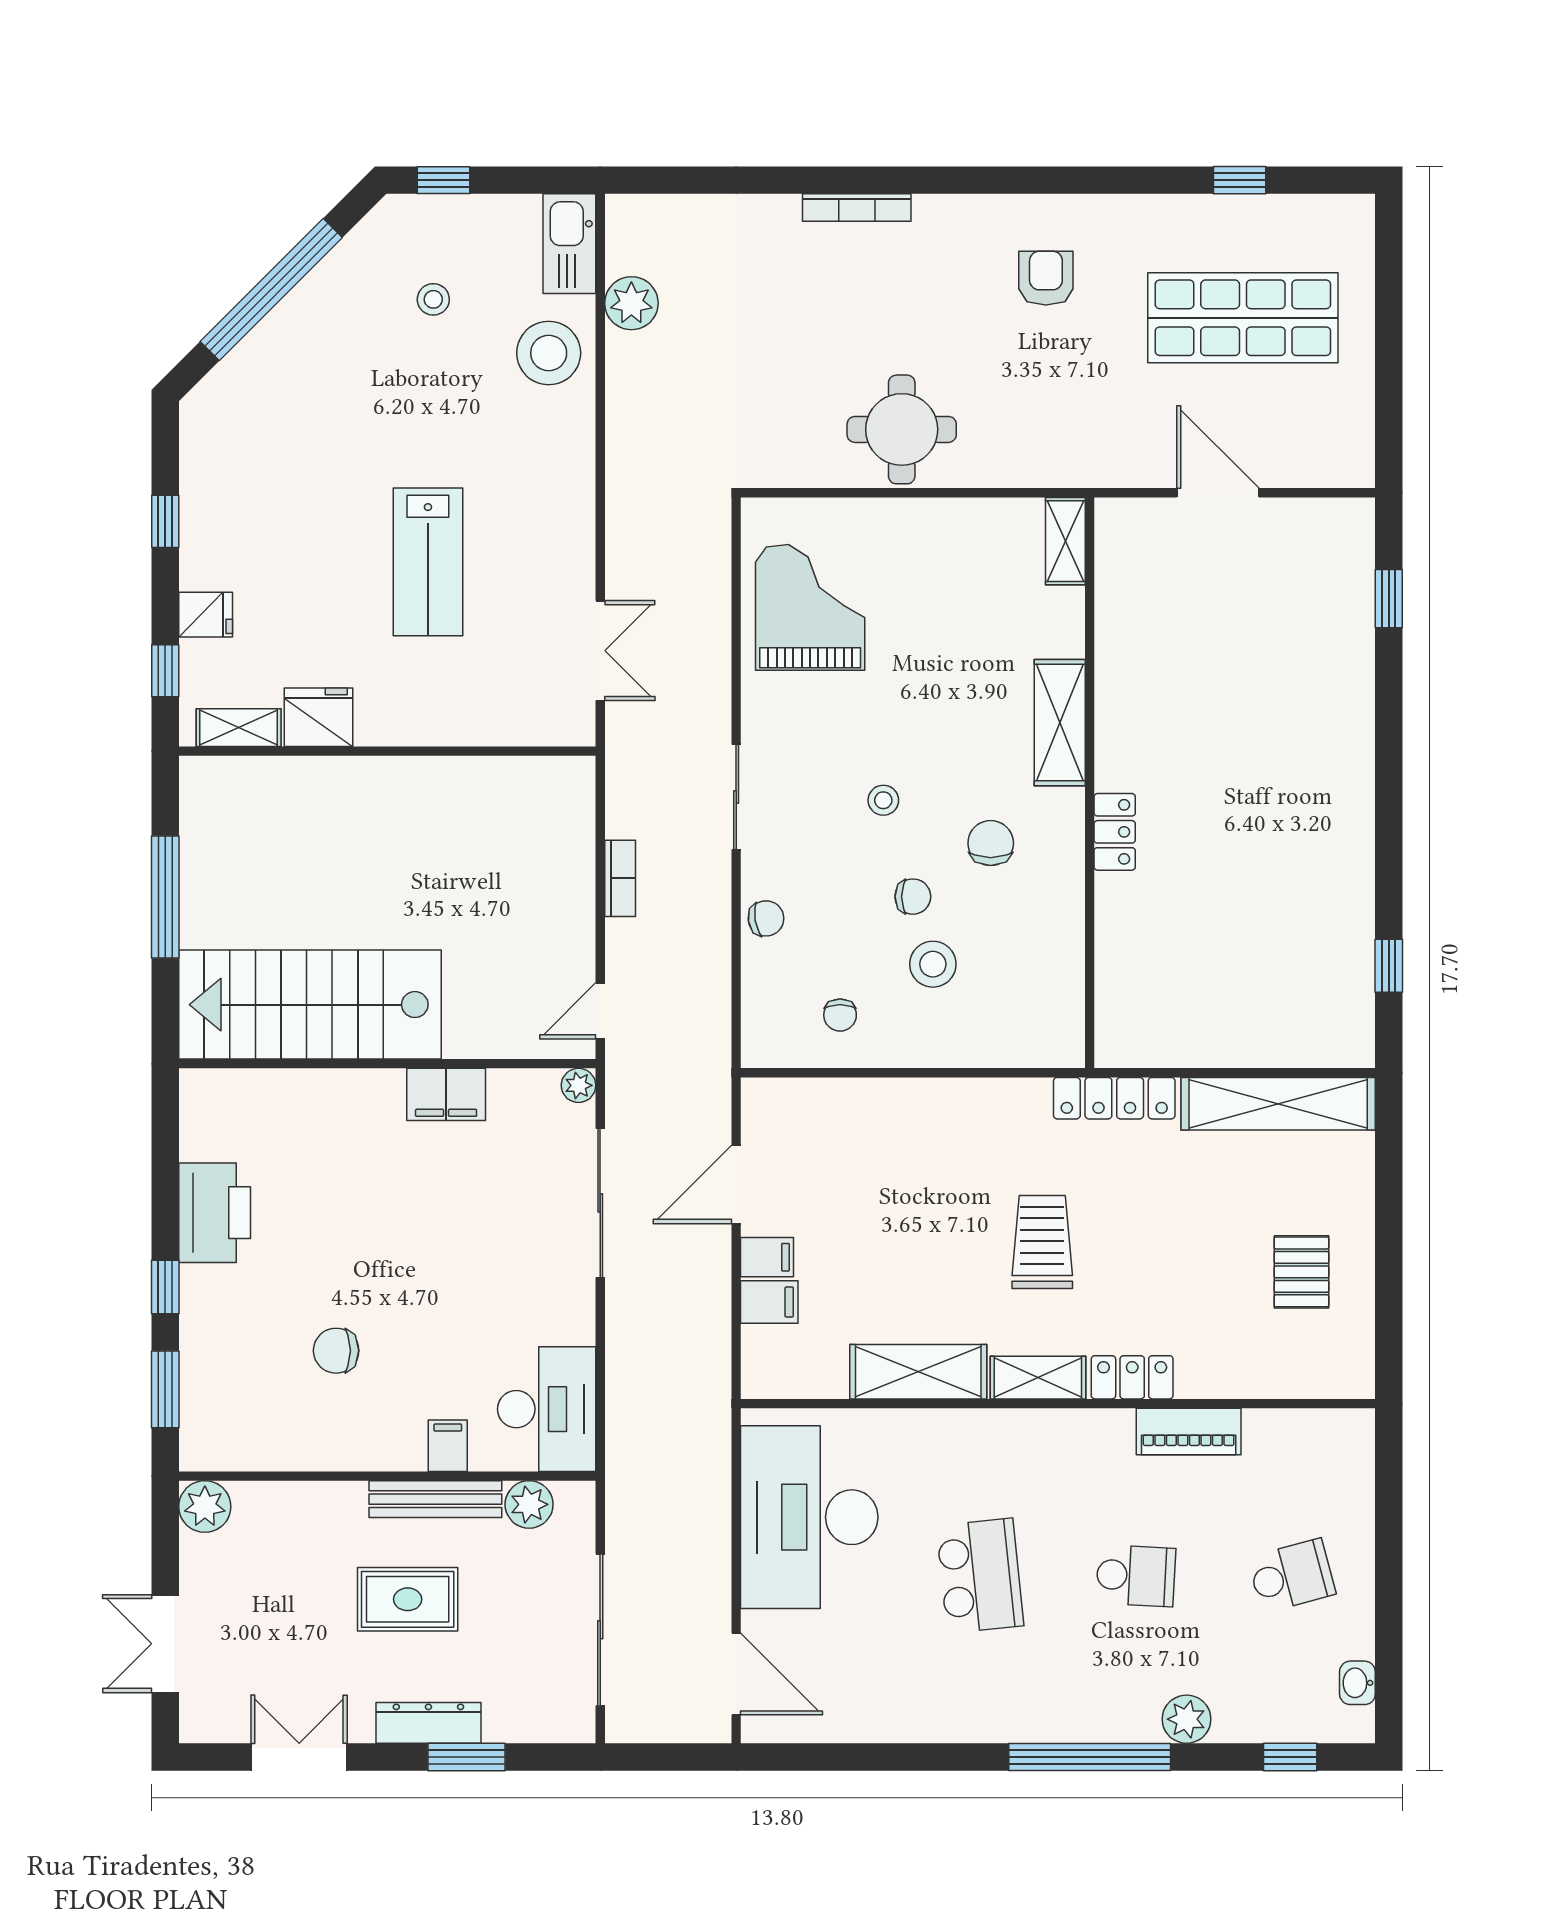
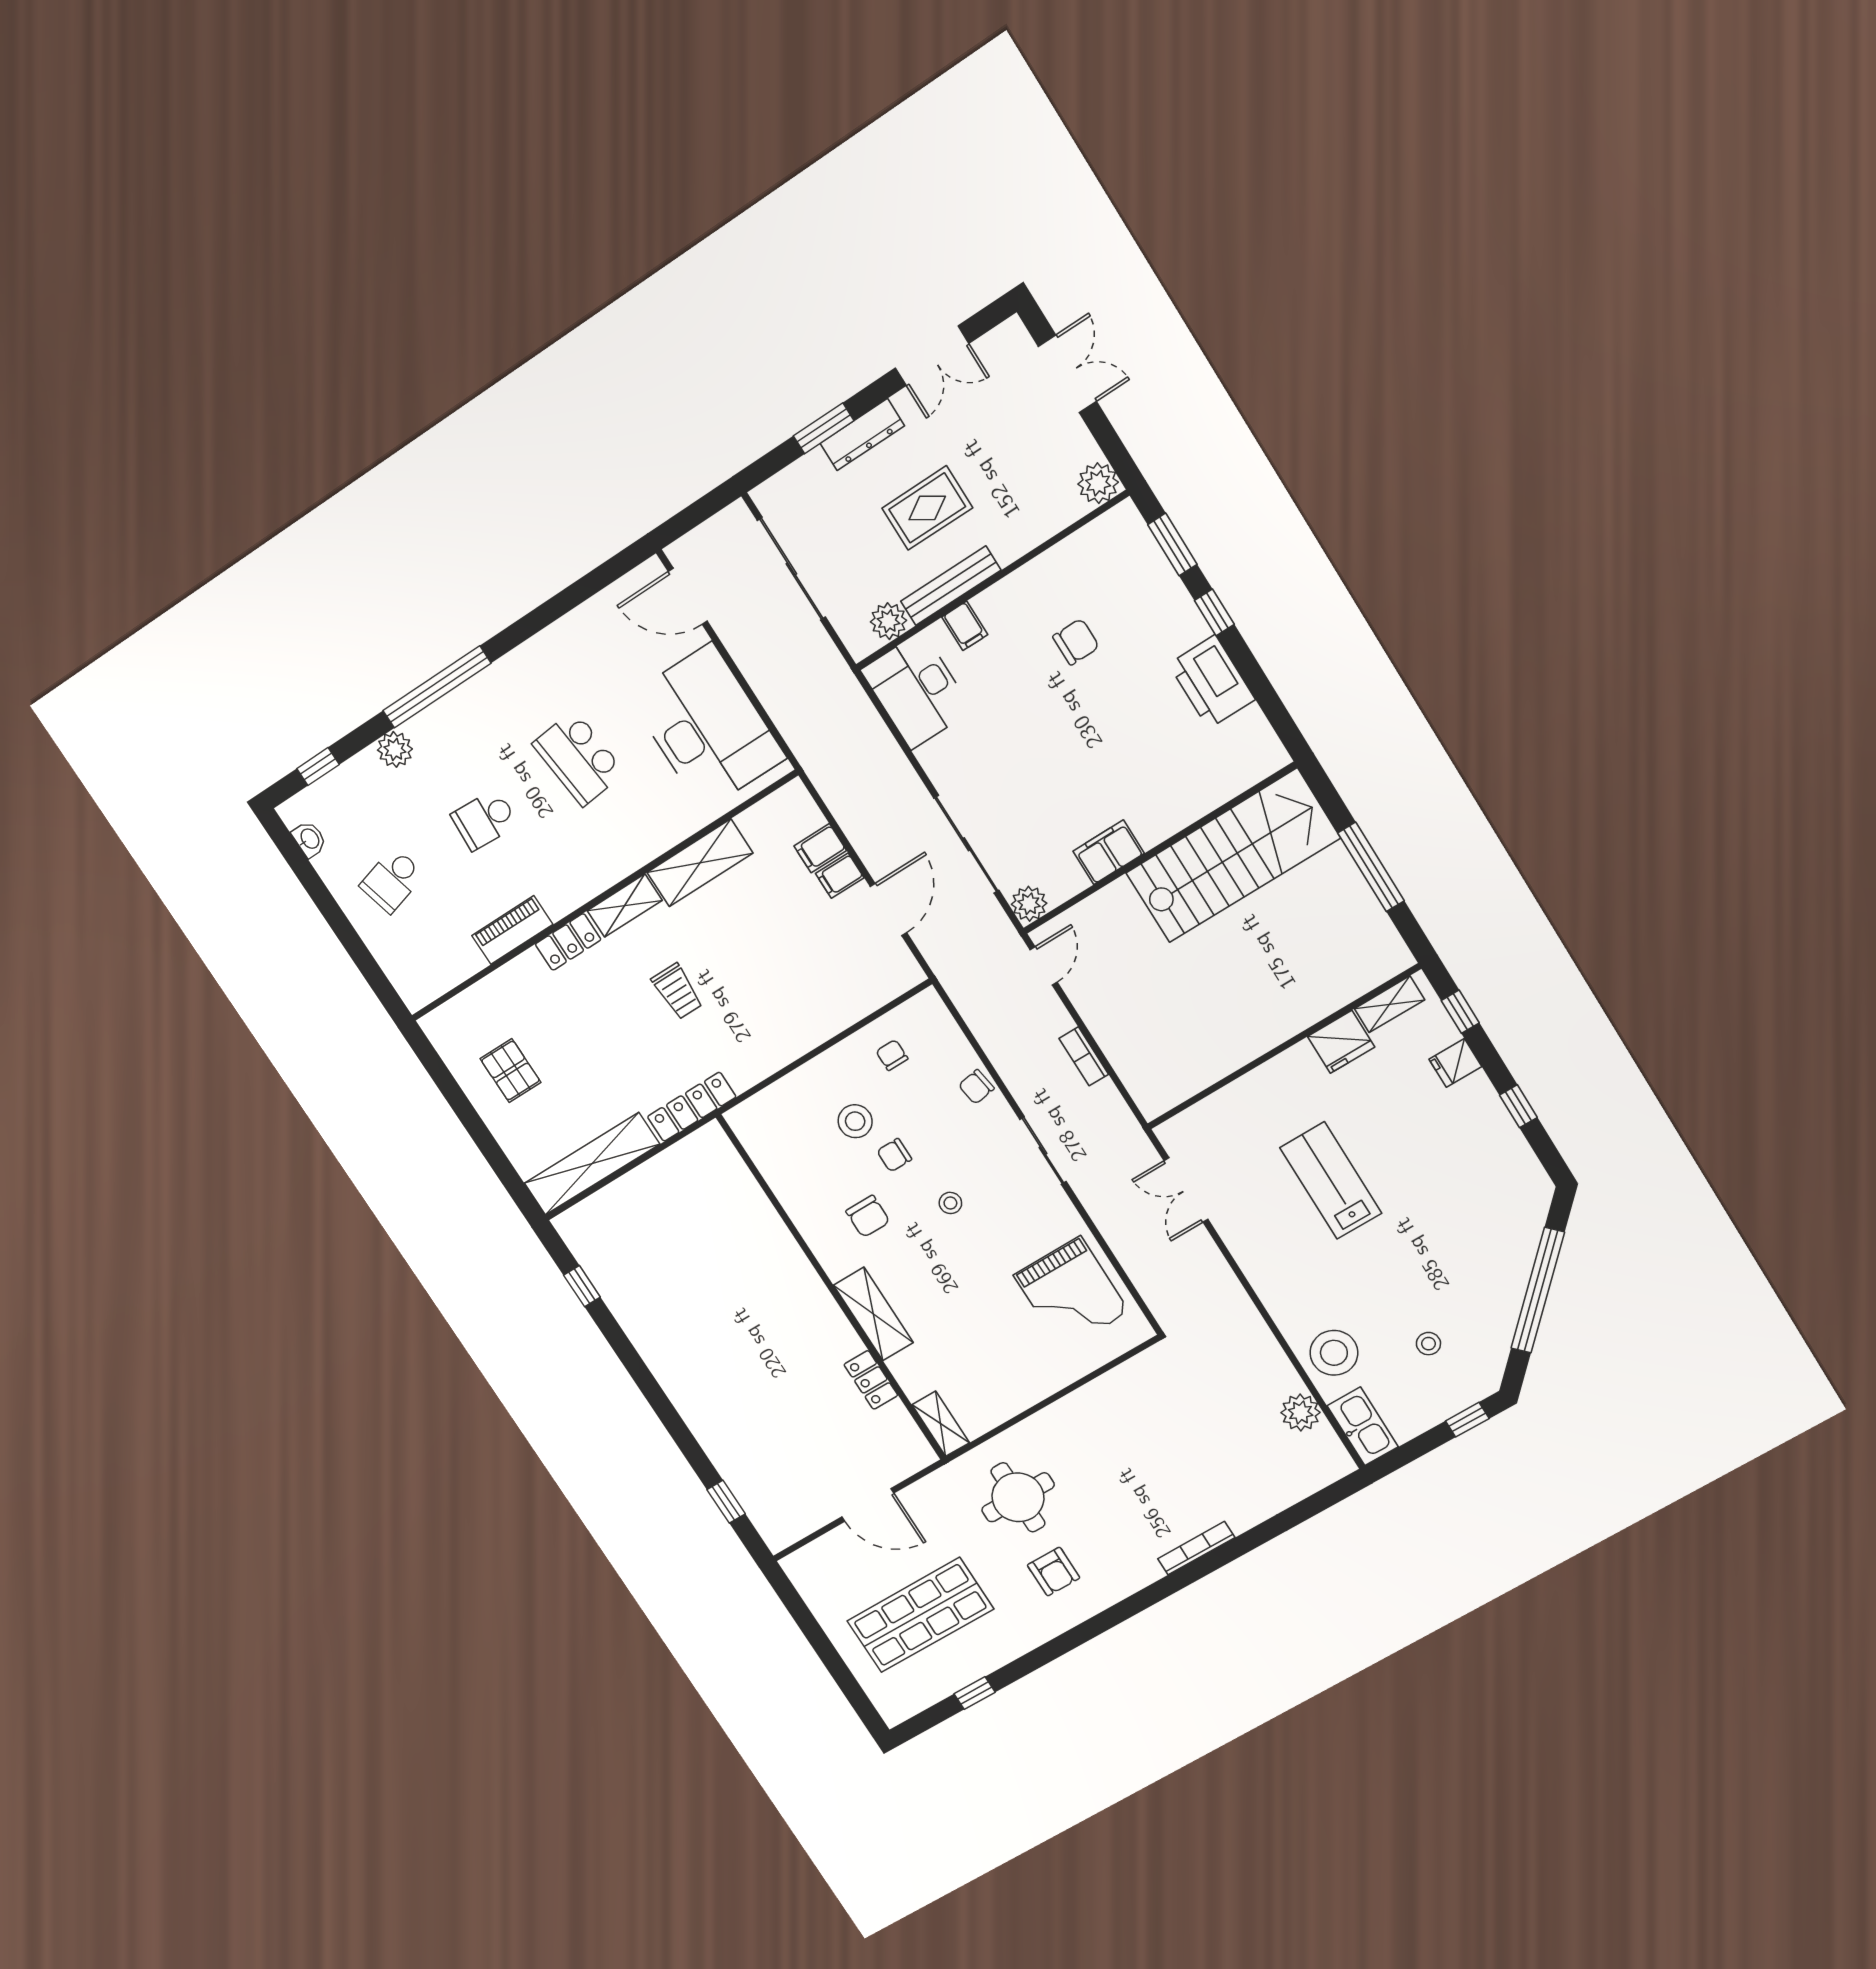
round table: (902, 429) -> (1018, 1497), moved
locker: (1115, 832) -> (871, 1380), moved
plant: (579, 1085) -> (1029, 904), width x1.38, depth x1.38
trolley: (1042, 1242) -> (677, 991), width x0.73, depth x0.72

